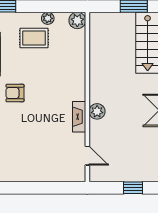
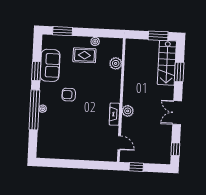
plant: (77, 20) -> (116, 63), moved
window: (133, 188) -> (136, 167), moved

